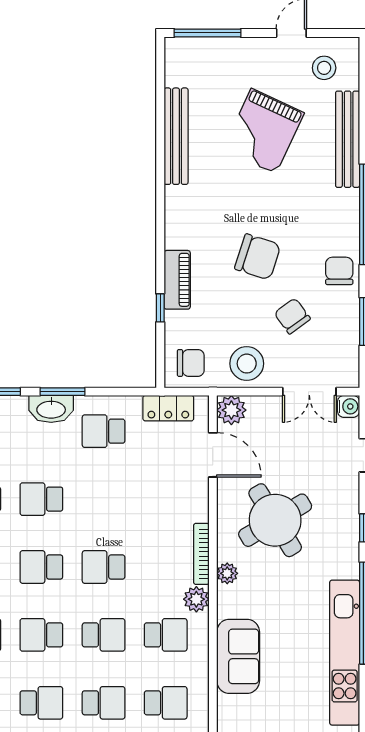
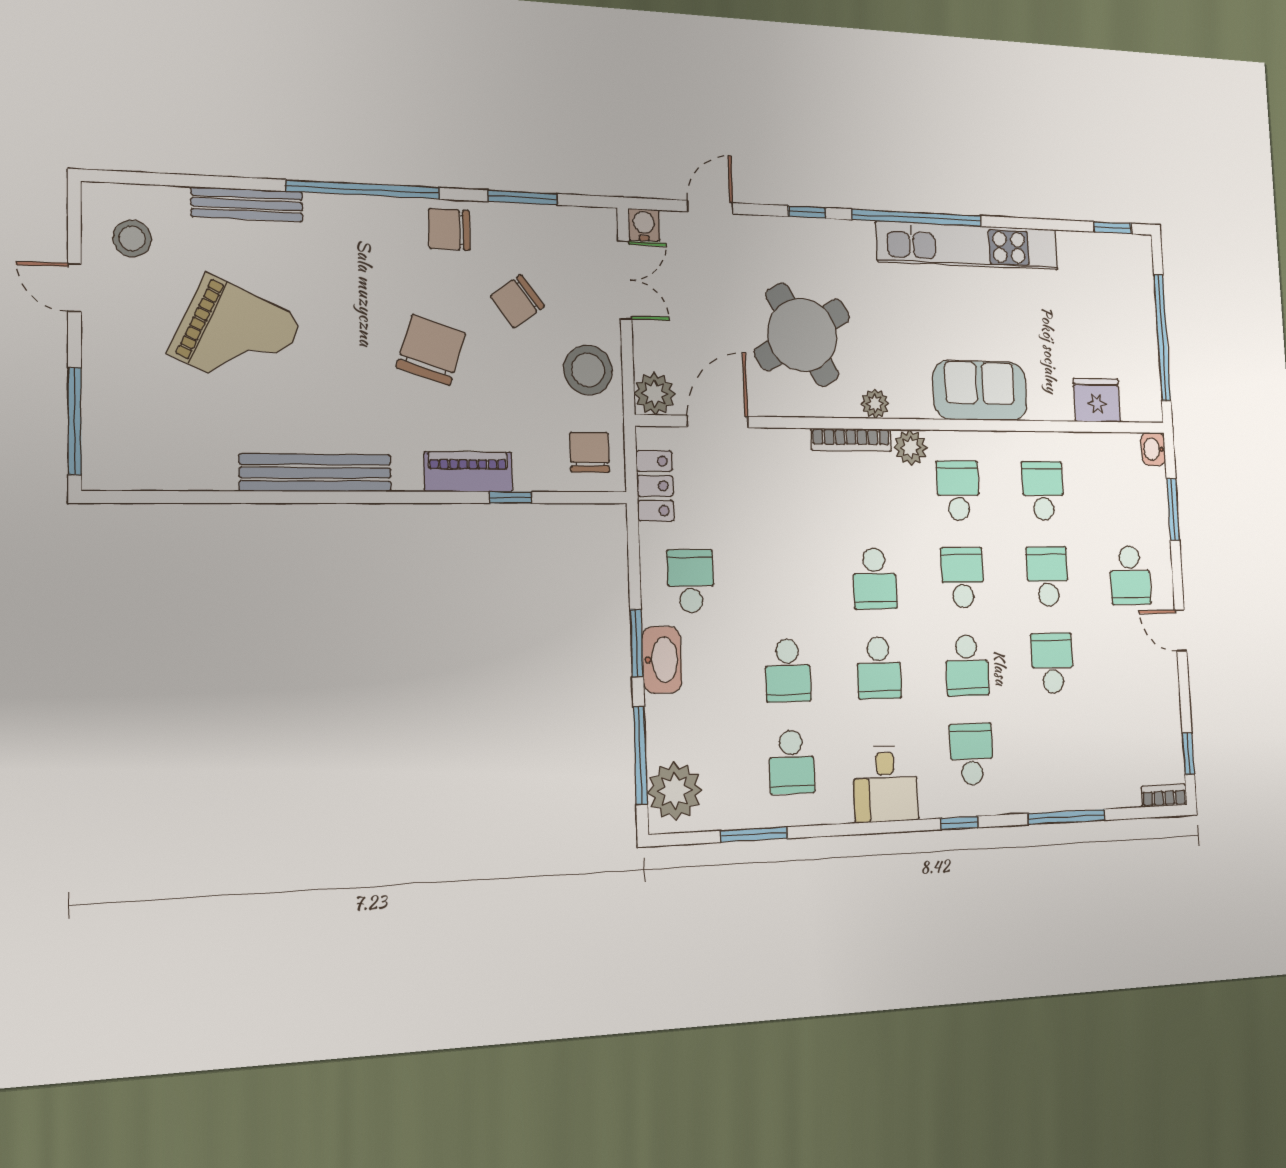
bench: (176, 136) -> (316, 473), moved
bench: (348, 139) -> (247, 204), width x0.73, depth x0.82
school desk: (104, 431) -> (691, 581), turned 180

